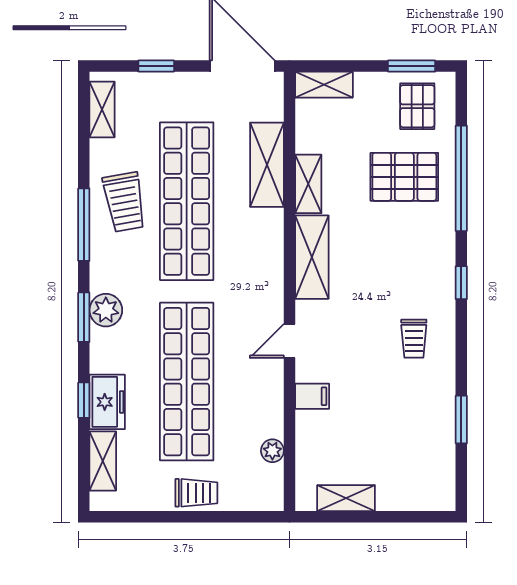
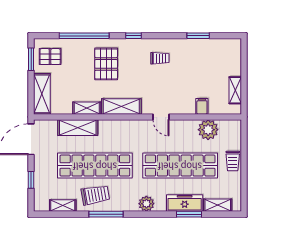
shelving: (324, 85) -> (42, 94), width x1.50, depth x1.33
shelving: (102, 109) -> (63, 206), moved
pallet: (404, 177) -> (106, 64), moved
window: (84, 317) -> (150, 214), removed
filing cabinet: (312, 396) -> (202, 106), moved
window: (84, 400) -> (189, 214), width x1.50
freezer: (107, 402) -> (185, 203), width x1.40
plant: (272, 451) -> (208, 130), width x1.87, depth x1.87
trolley: (196, 493) -> (233, 161), turned 180

